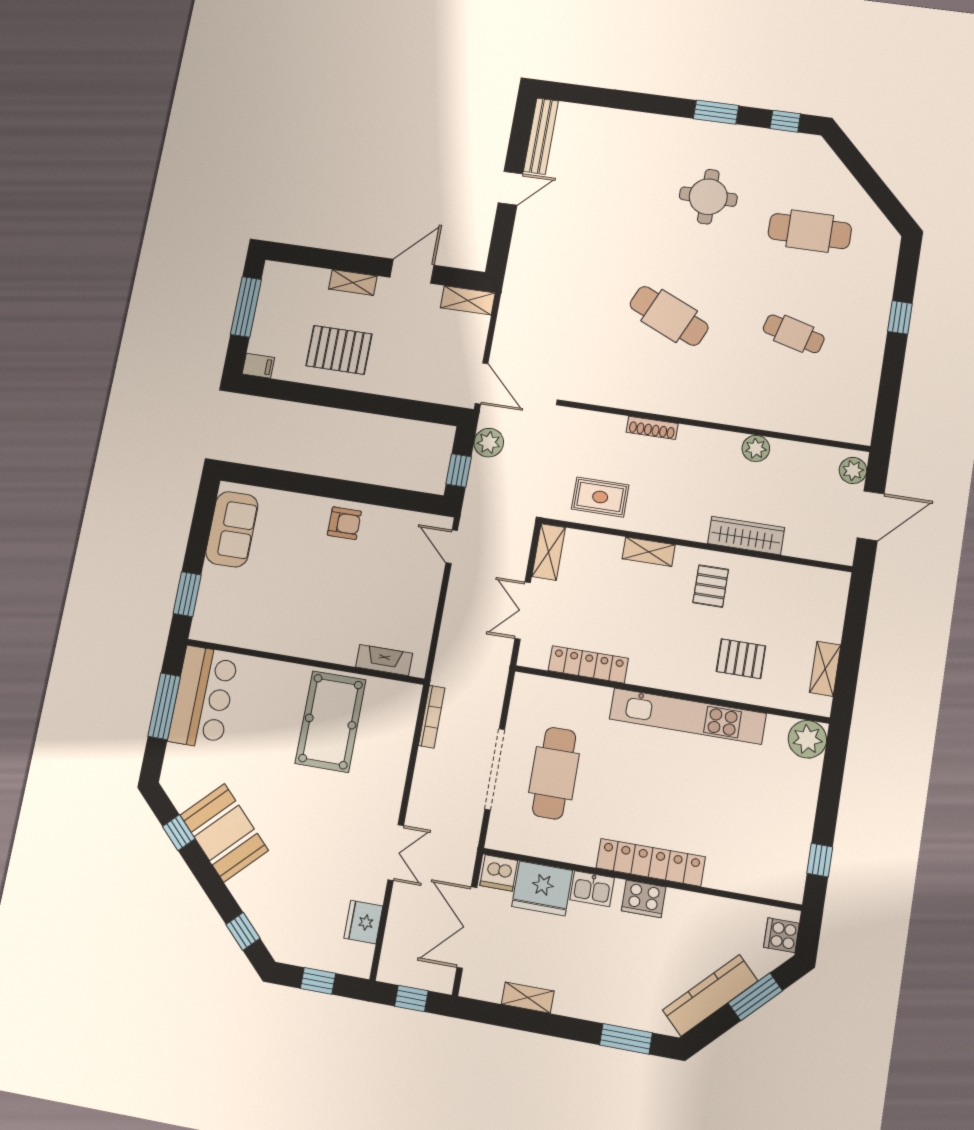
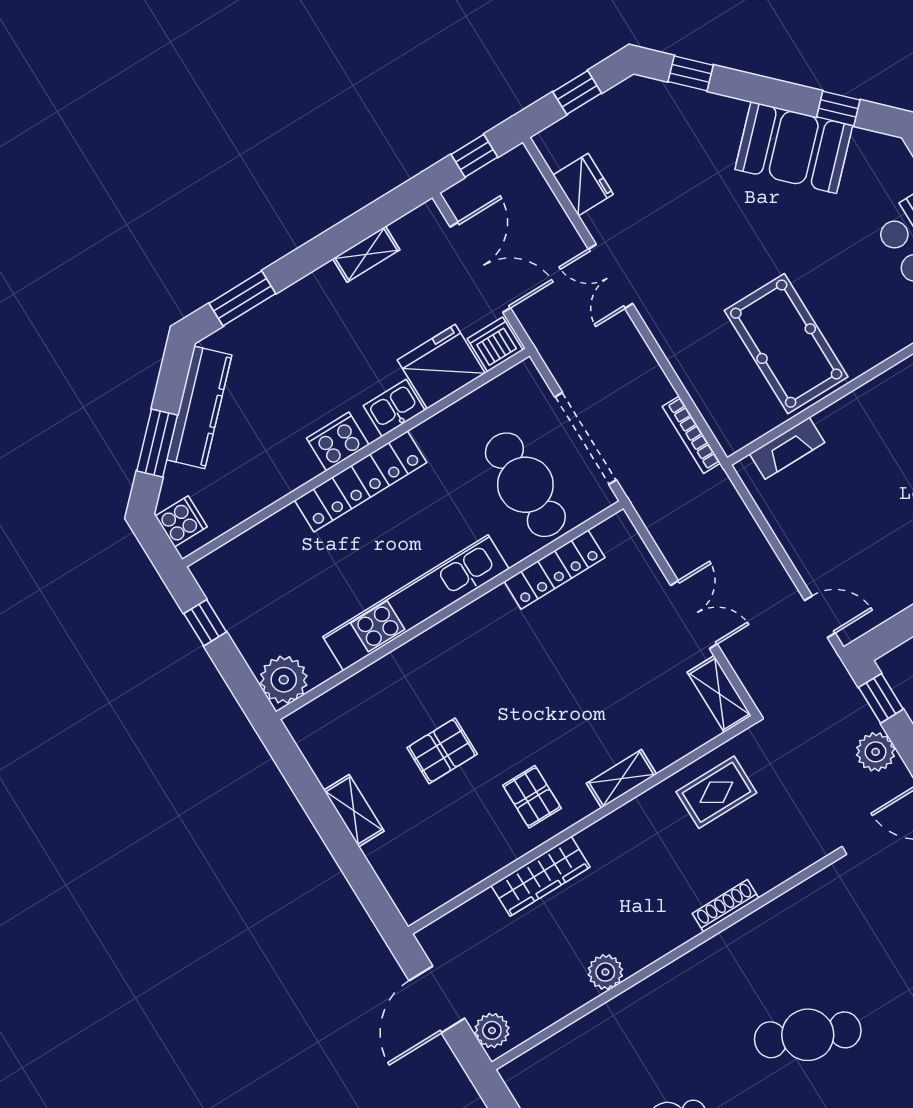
locker: (588, 664) -> (555, 570), moved
wall: (671, 694) -> (450, 610), moved
kitchen unit: (688, 716) -> (416, 603), moved
plant: (807, 739) -> (284, 680), moved

